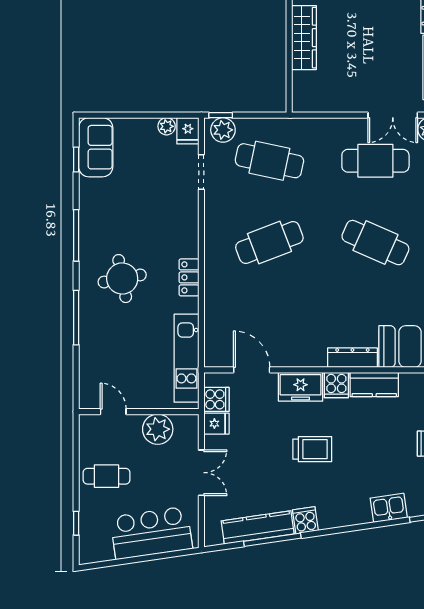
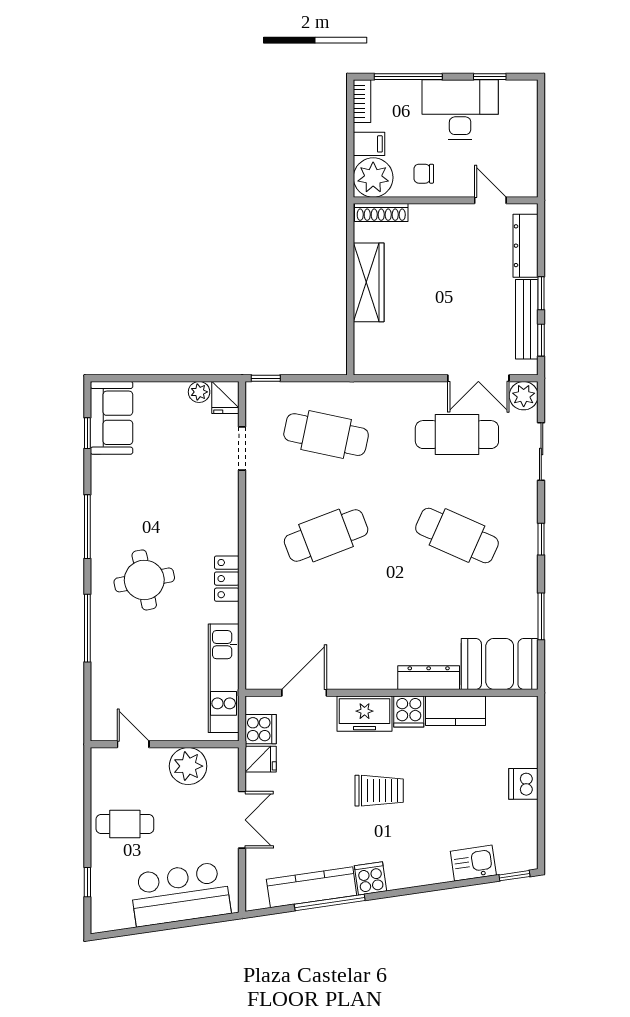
plant: (223, 130) -> (269, 396), removed
door: (252, 370) -> (304, 693), hinge flipped

